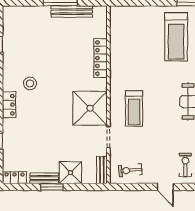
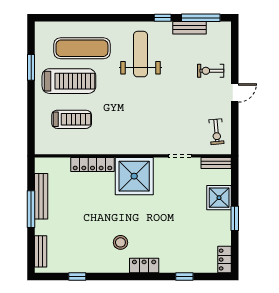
shower: (90, 108) -> (134, 176), moved
treadmill: (134, 108) -> (72, 119), moved
bench: (44, 178) -> (41, 251), moved

